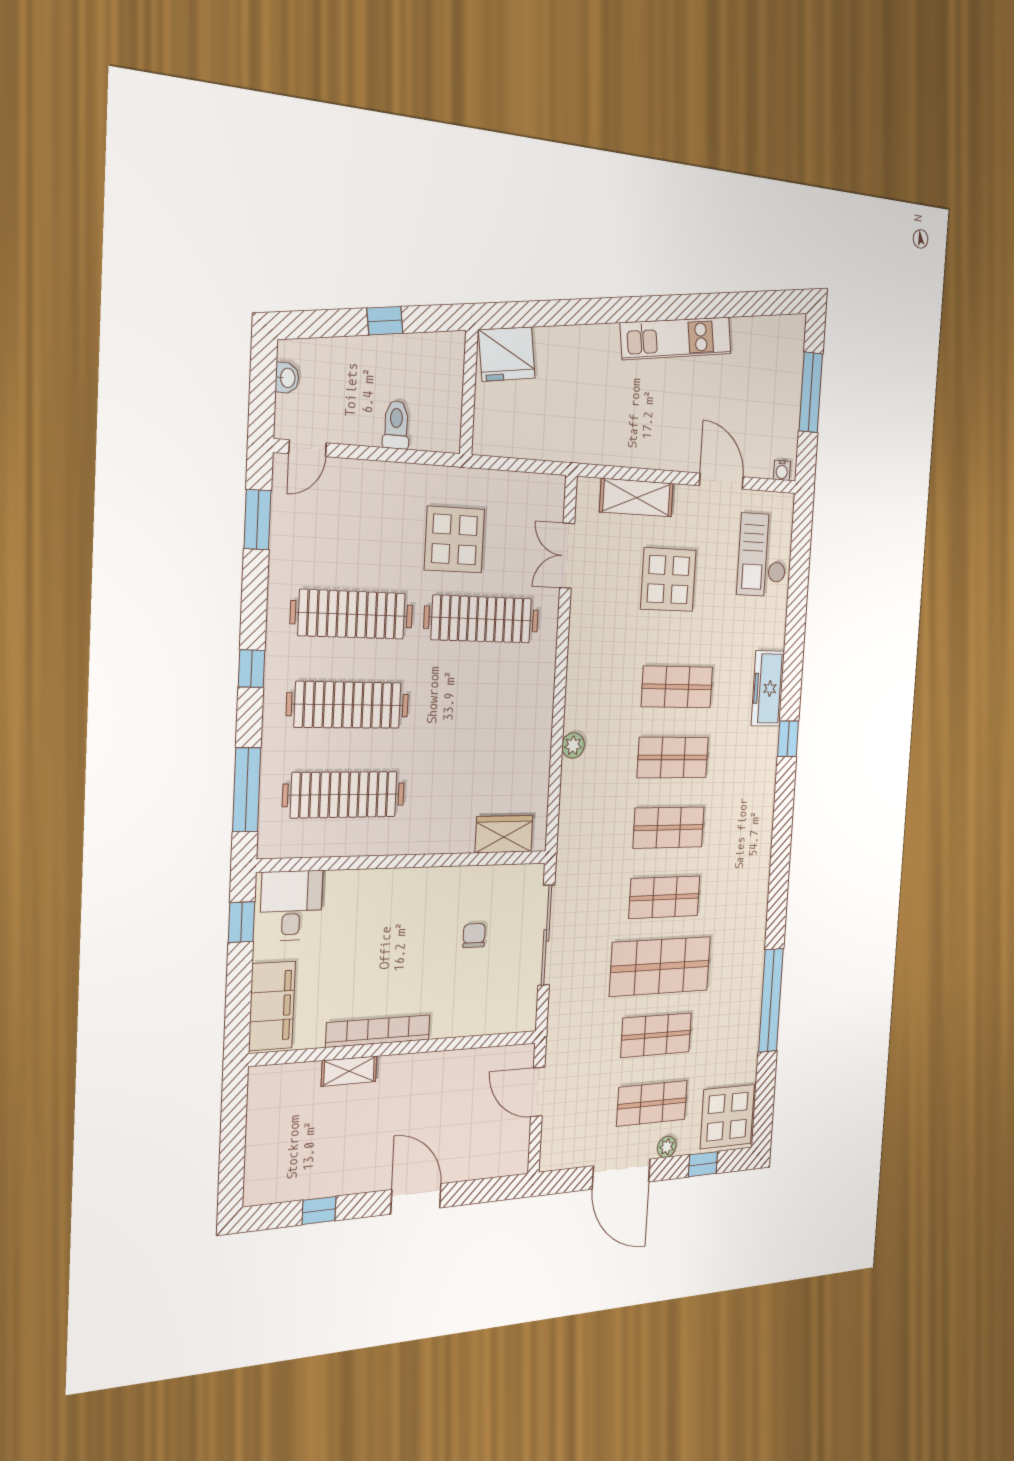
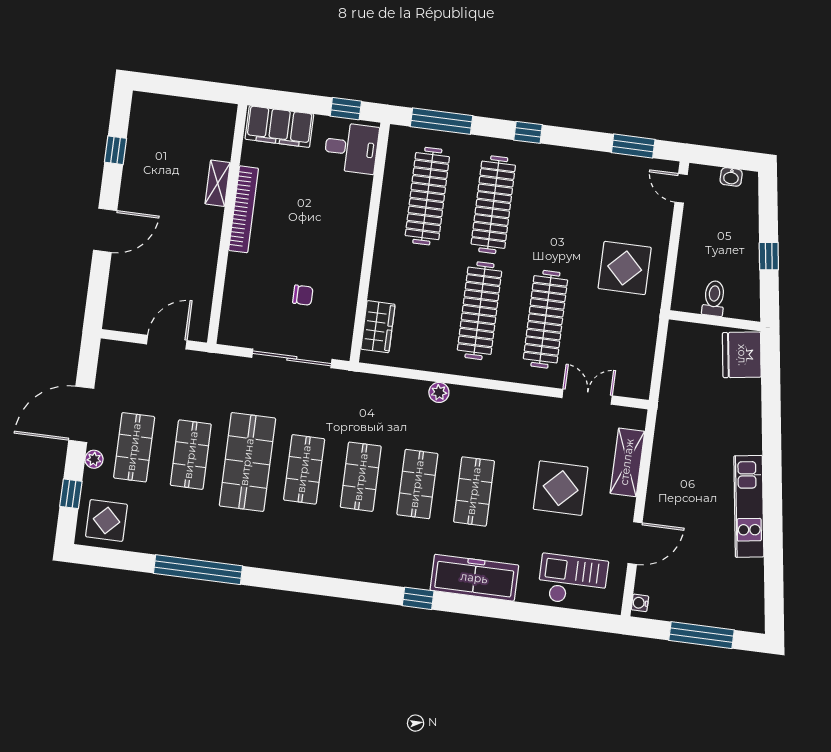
toilet: (396, 425) -> (714, 298), moved, turned -90
display table: (454, 539) -> (625, 268), moved
clothes rail: (352, 614) -> (479, 311), moved
freezer: (768, 688) -> (474, 578), width x1.36, depth x1.26
display table: (727, 1117) -> (106, 520), width x0.73, depth x0.73

